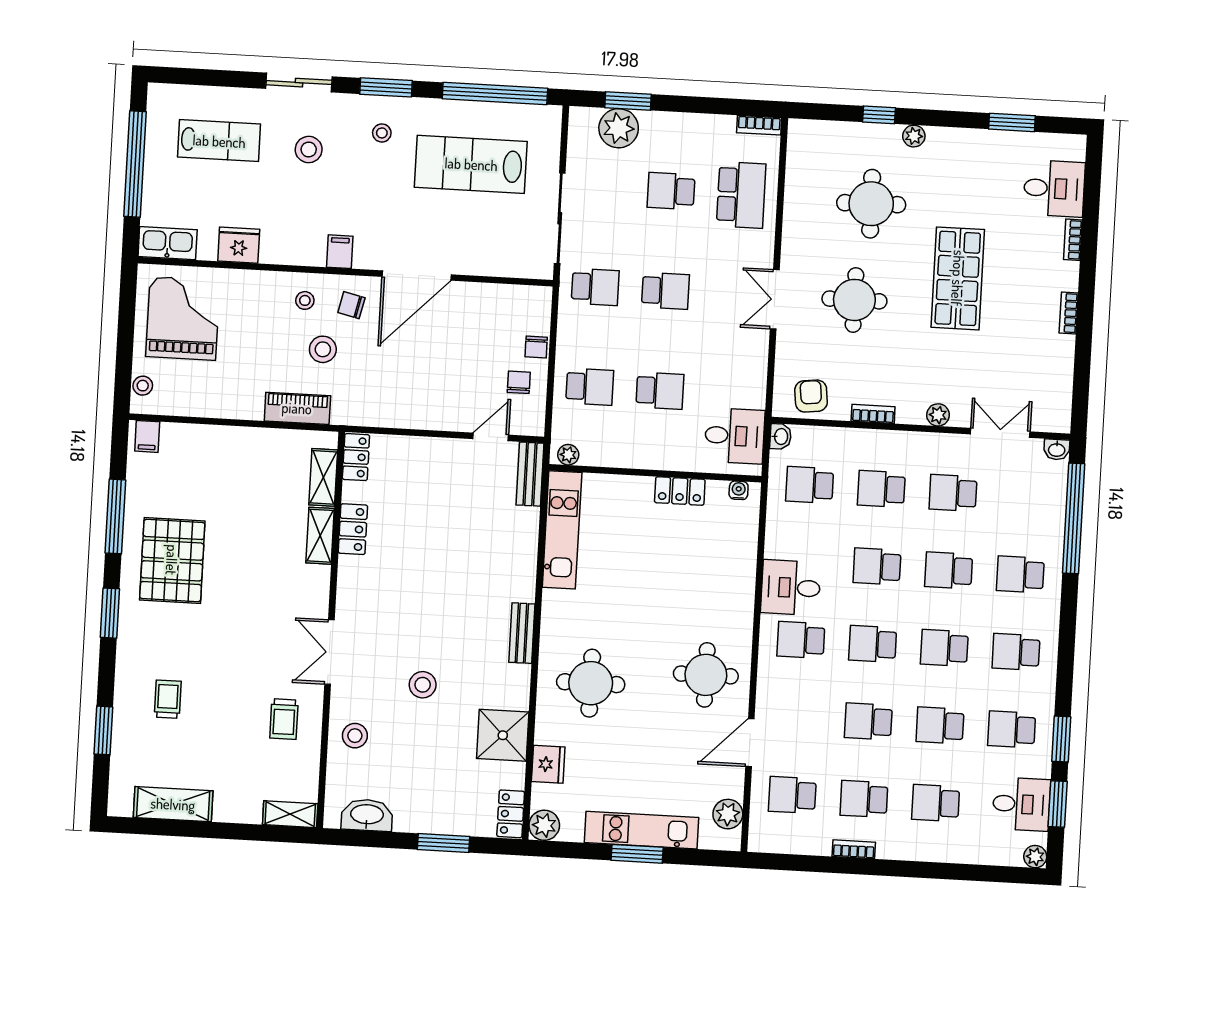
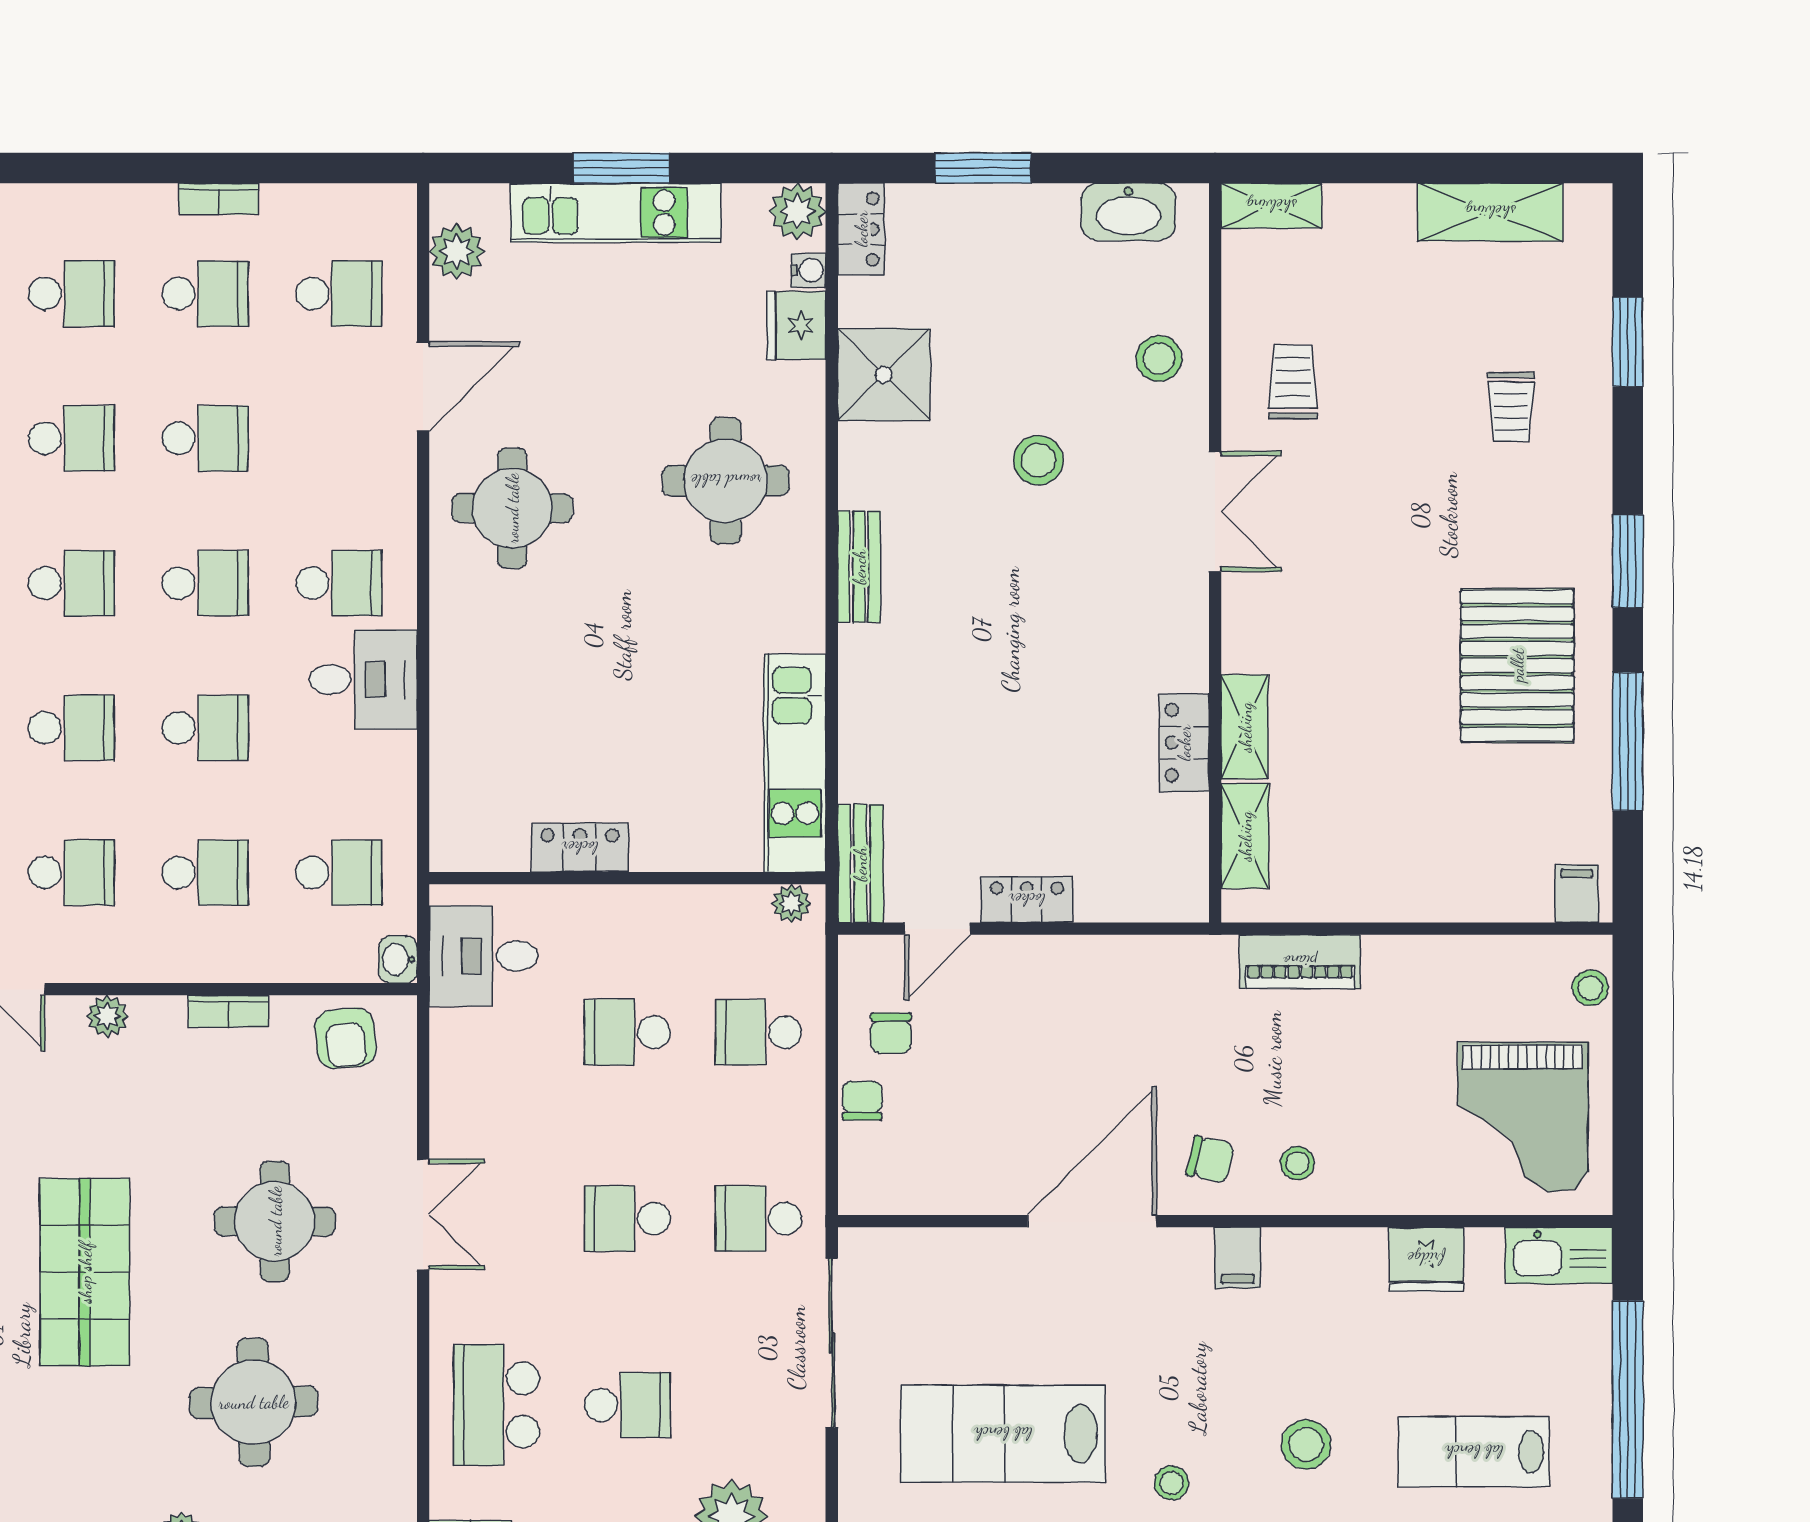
lab bench: (471, 164) -> (1003, 1434), turned 180
stool: (323, 349) -> (1259, 1074), removed
locker: (356, 457) -> (1027, 900), moved, turned 90
water cooler: (739, 490) -> (809, 270), moved, turned -90

